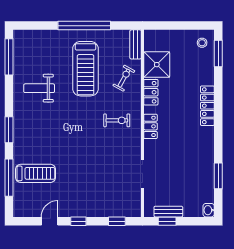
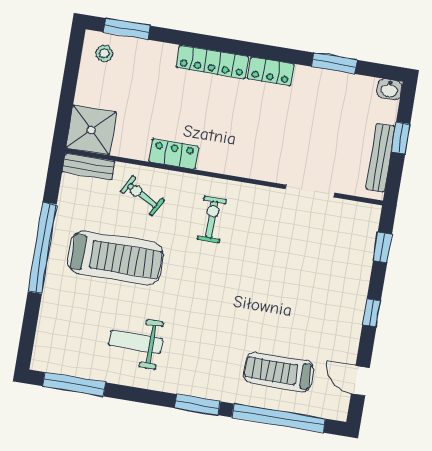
shower: (157, 65) -> (91, 130), moved
weight bench: (39, 88) -> (136, 342), turned 90
locker: (150, 126) -> (271, 71), moved, turned 180
treadmill: (36, 173) -> (279, 372), turned -90
window: (9, 178) -> (279, 418), width x1.46
bench: (168, 212) -> (381, 158), width x1.36
door: (50, 221) -> (360, 381), moved
window: (167, 221) -> (401, 138), moved

